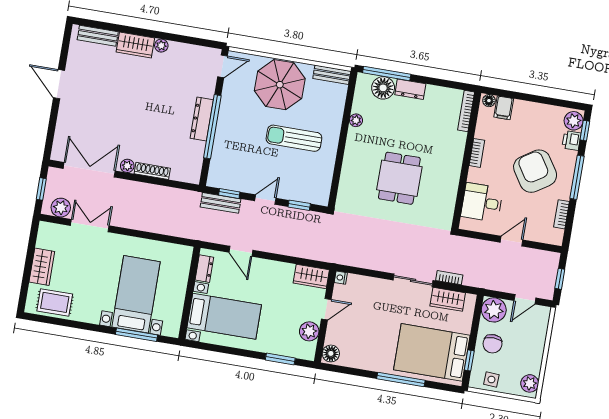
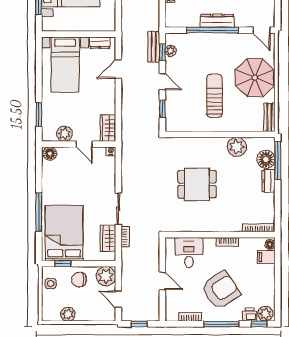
plant: (356, 120) -> (237, 147), width x1.88, depth x1.88
plant: (229, 183) -> (171, 51), added
plant: (530, 383) -> (68, 314), moved

